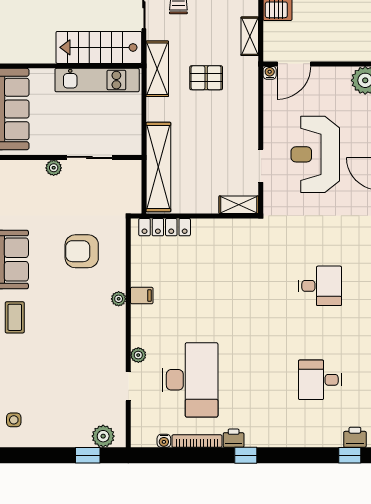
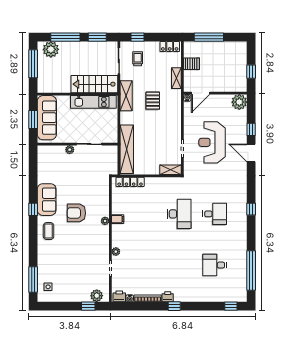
pallet: (206, 78) -> (153, 101), turned 90
armchair: (82, 251) -> (76, 213), moved
desk: (190, 380) -> (179, 214), moved, width x0.73, depth x0.77
printer: (355, 437) -> (119, 296), moved

